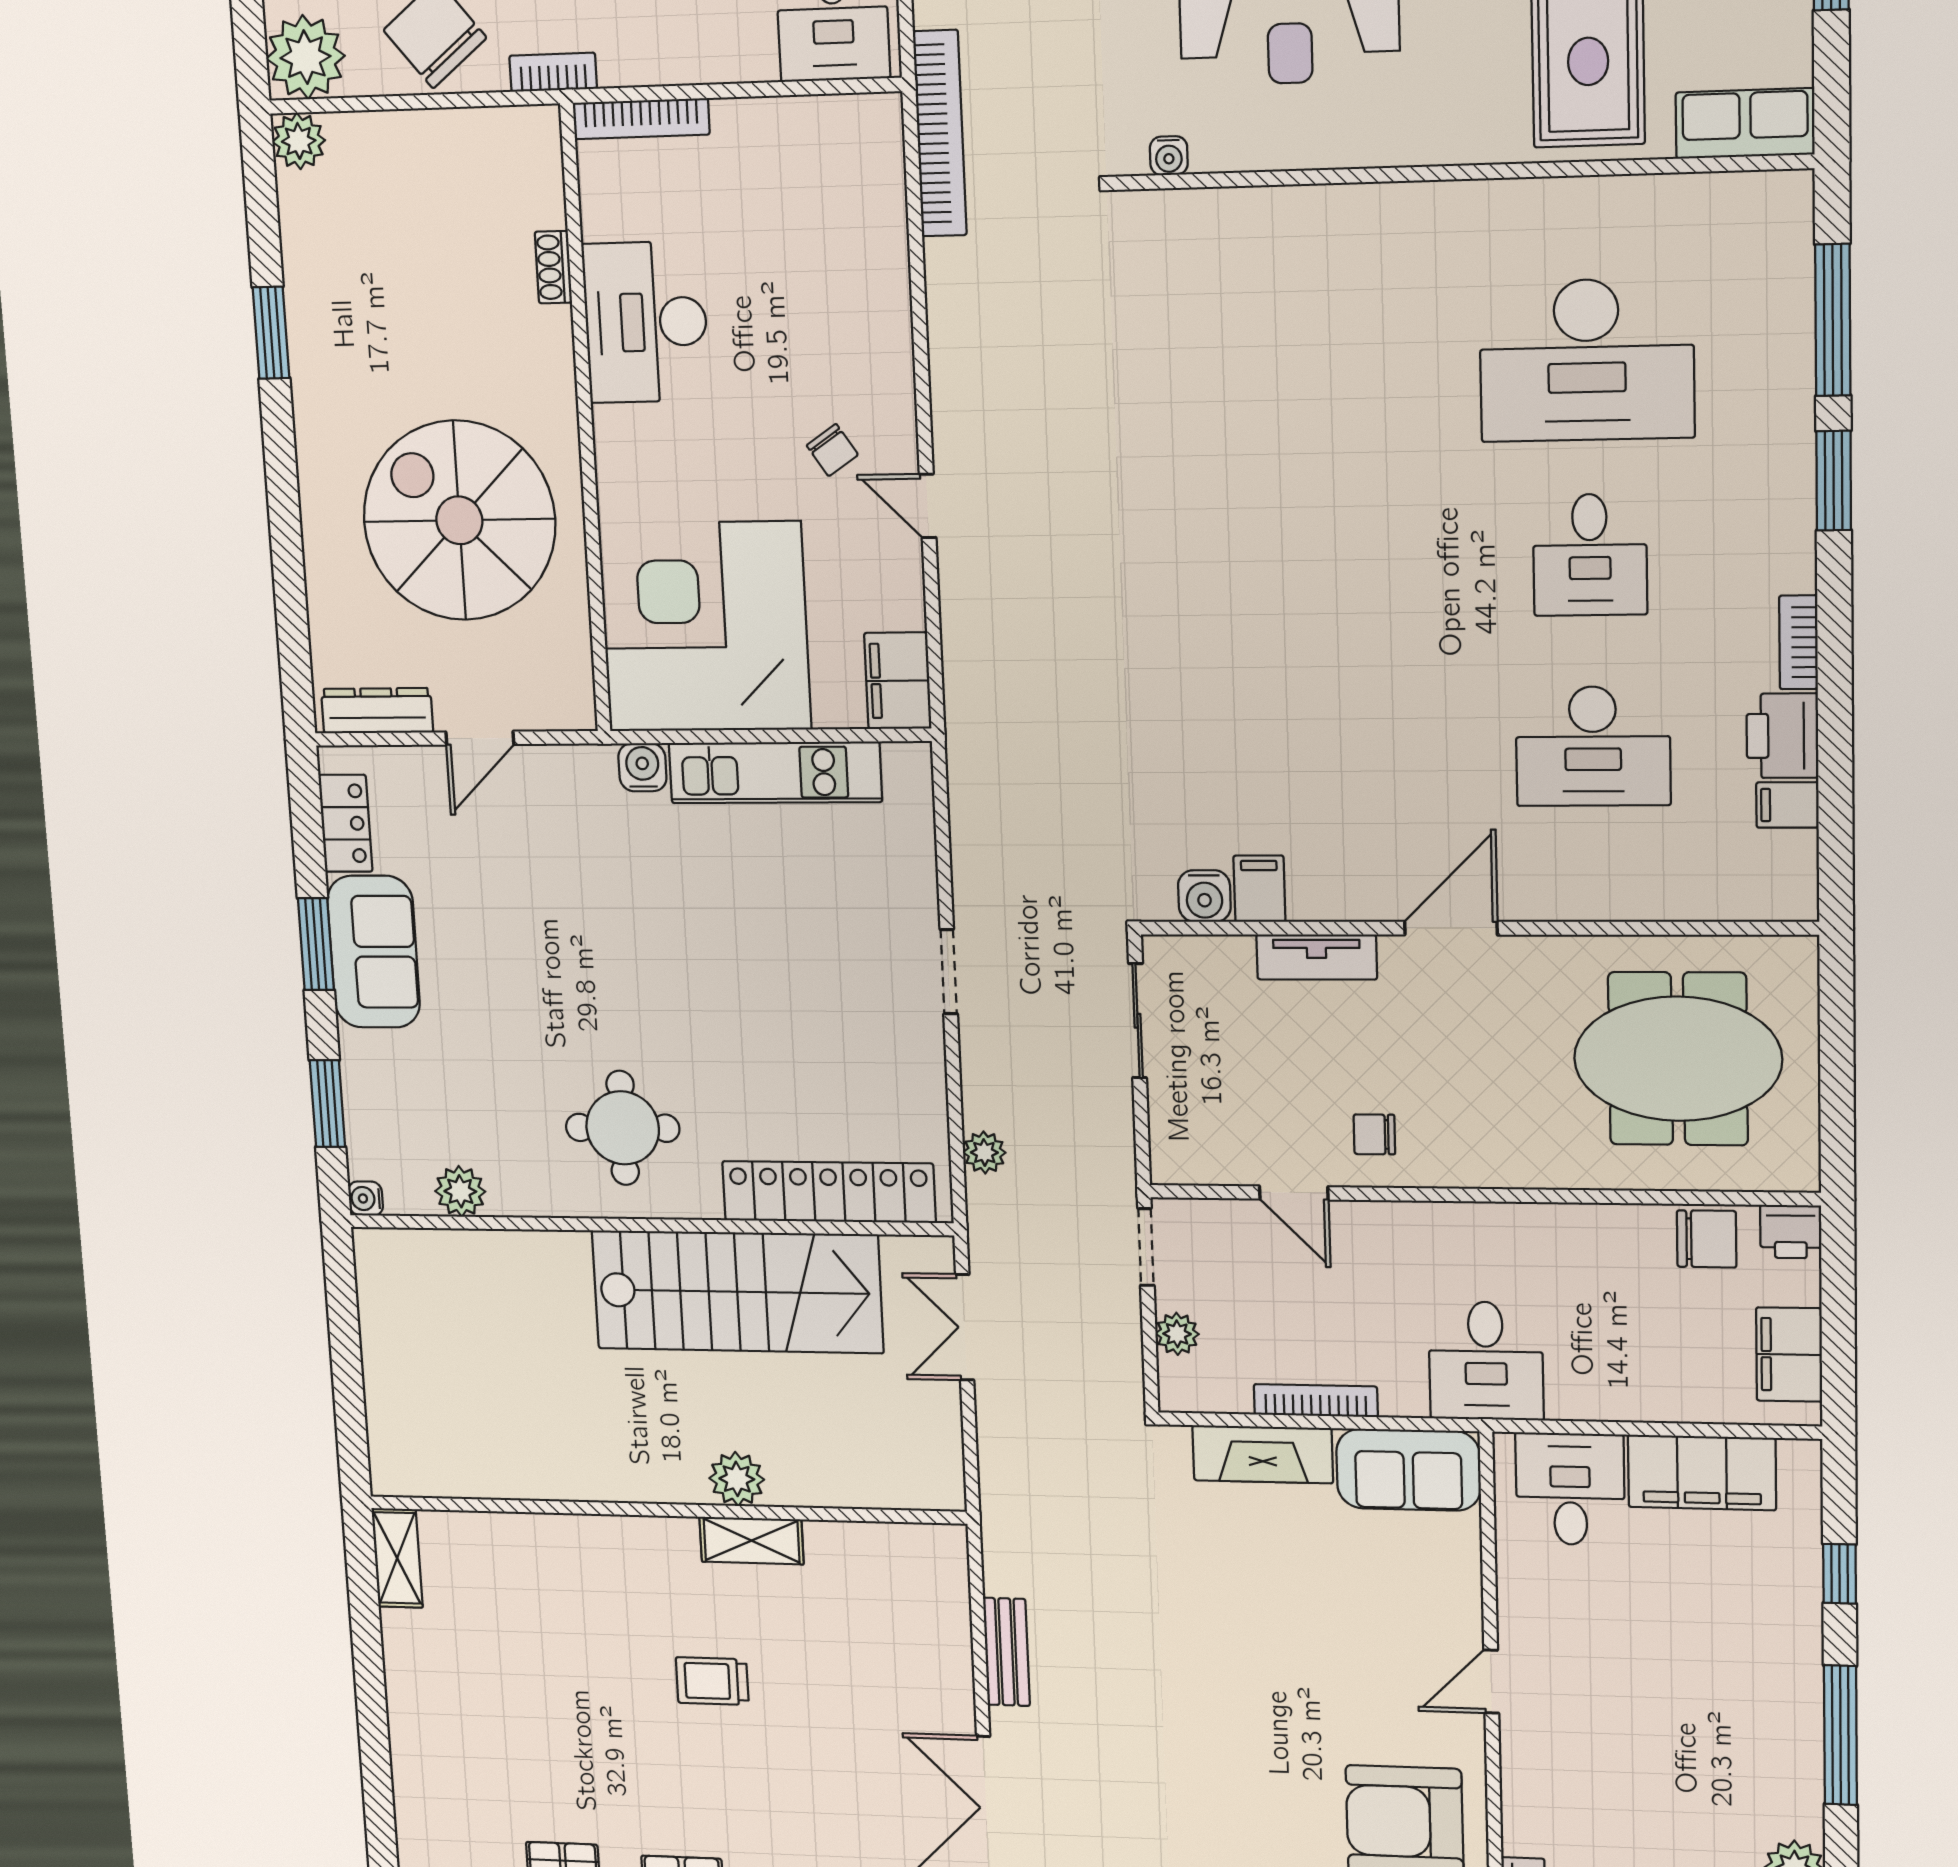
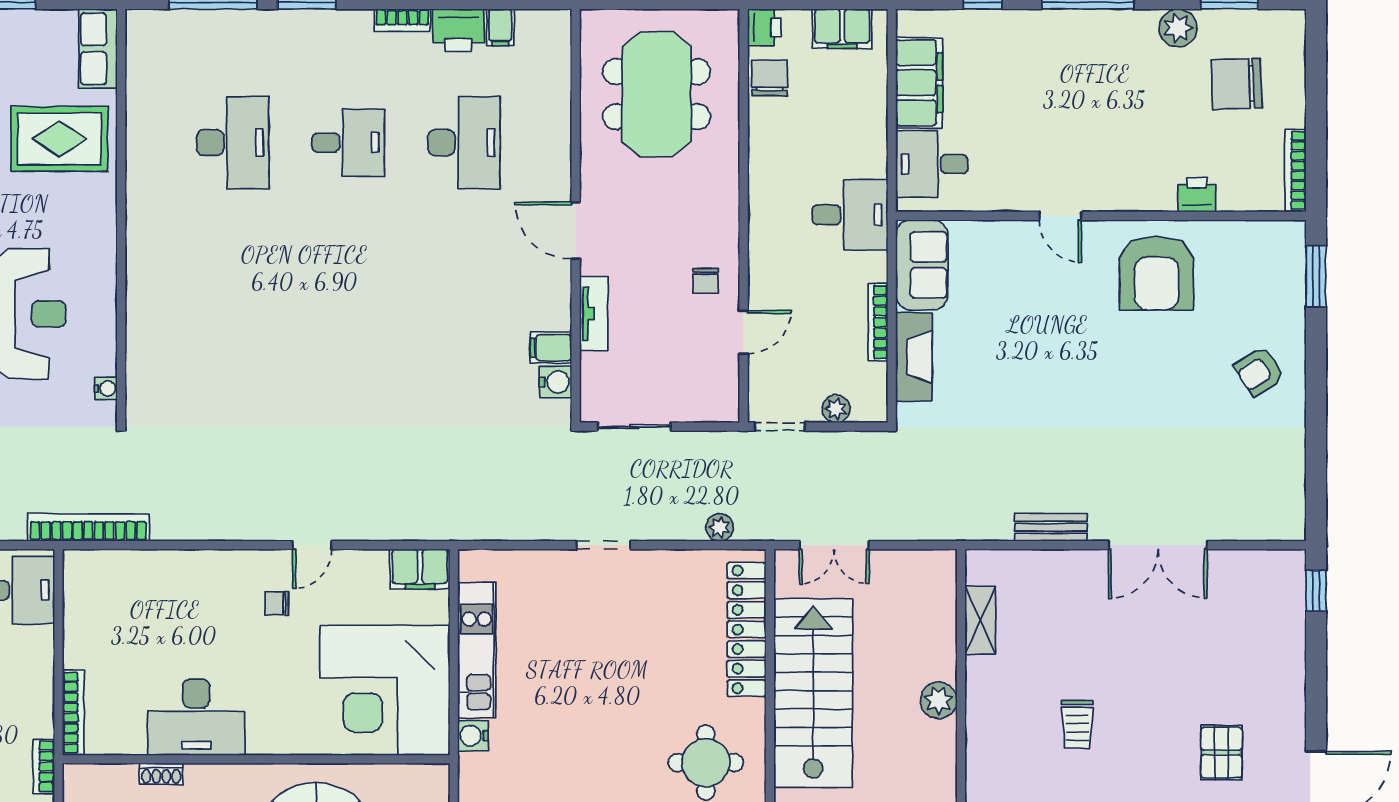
desk: (1587, 360) -> (233, 143), width x0.73, depth x0.77
chair: (832, 450) -> (277, 603), turned -146
shelving: (752, 1541) -> (980, 620), moved

